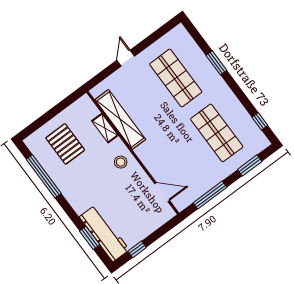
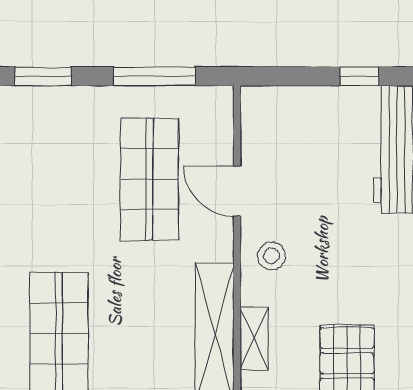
shop shelf: (217, 133) -> (149, 179), moved
door: (162, 192) -> (237, 191), moved

